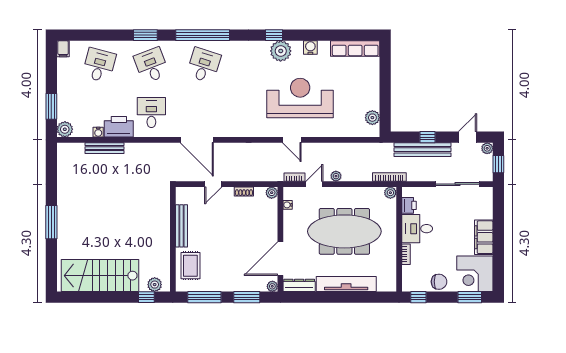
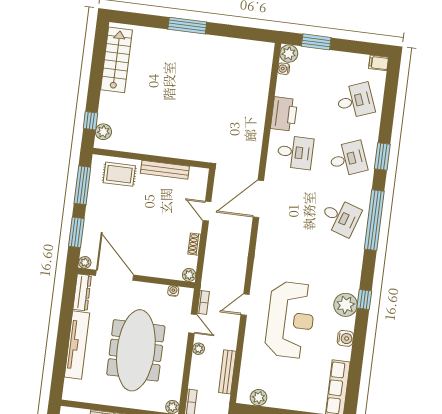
desk: (99, 65) -> (355, 101), turned -36
water cooler: (98, 132) -> (284, 69), moved
bench: (105, 148) -> (227, 372), moved
stairs: (100, 276) -> (116, 60), width x0.73, depth x0.66

